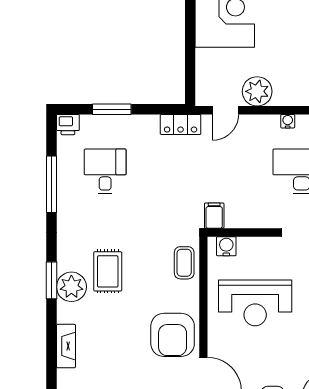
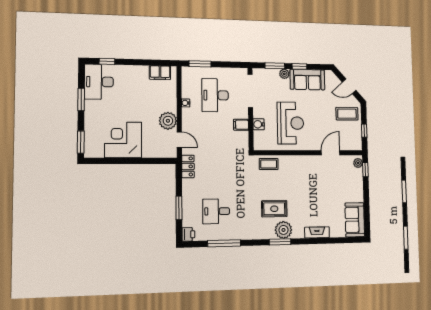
filing cabinet: (214, 216) -> (241, 125), moved
water cooler: (226, 246) -> (259, 124), moved
armchair: (173, 335) -> (309, 171), removed

